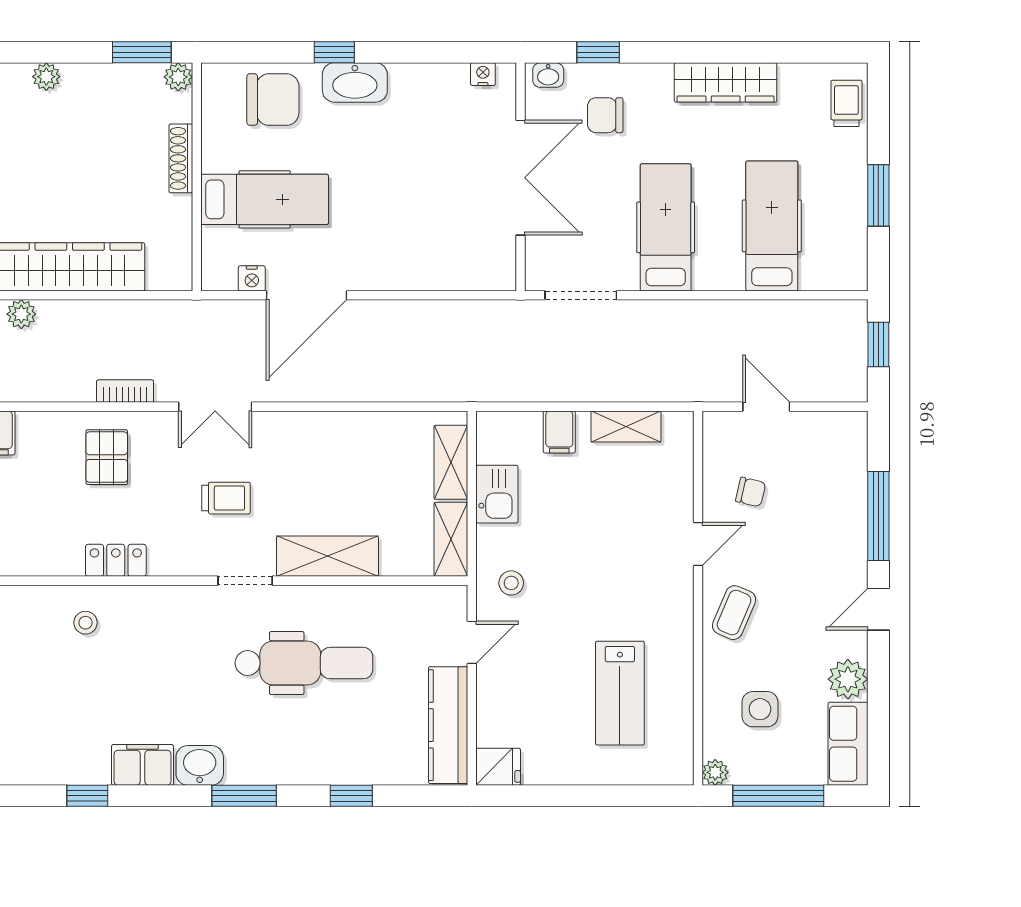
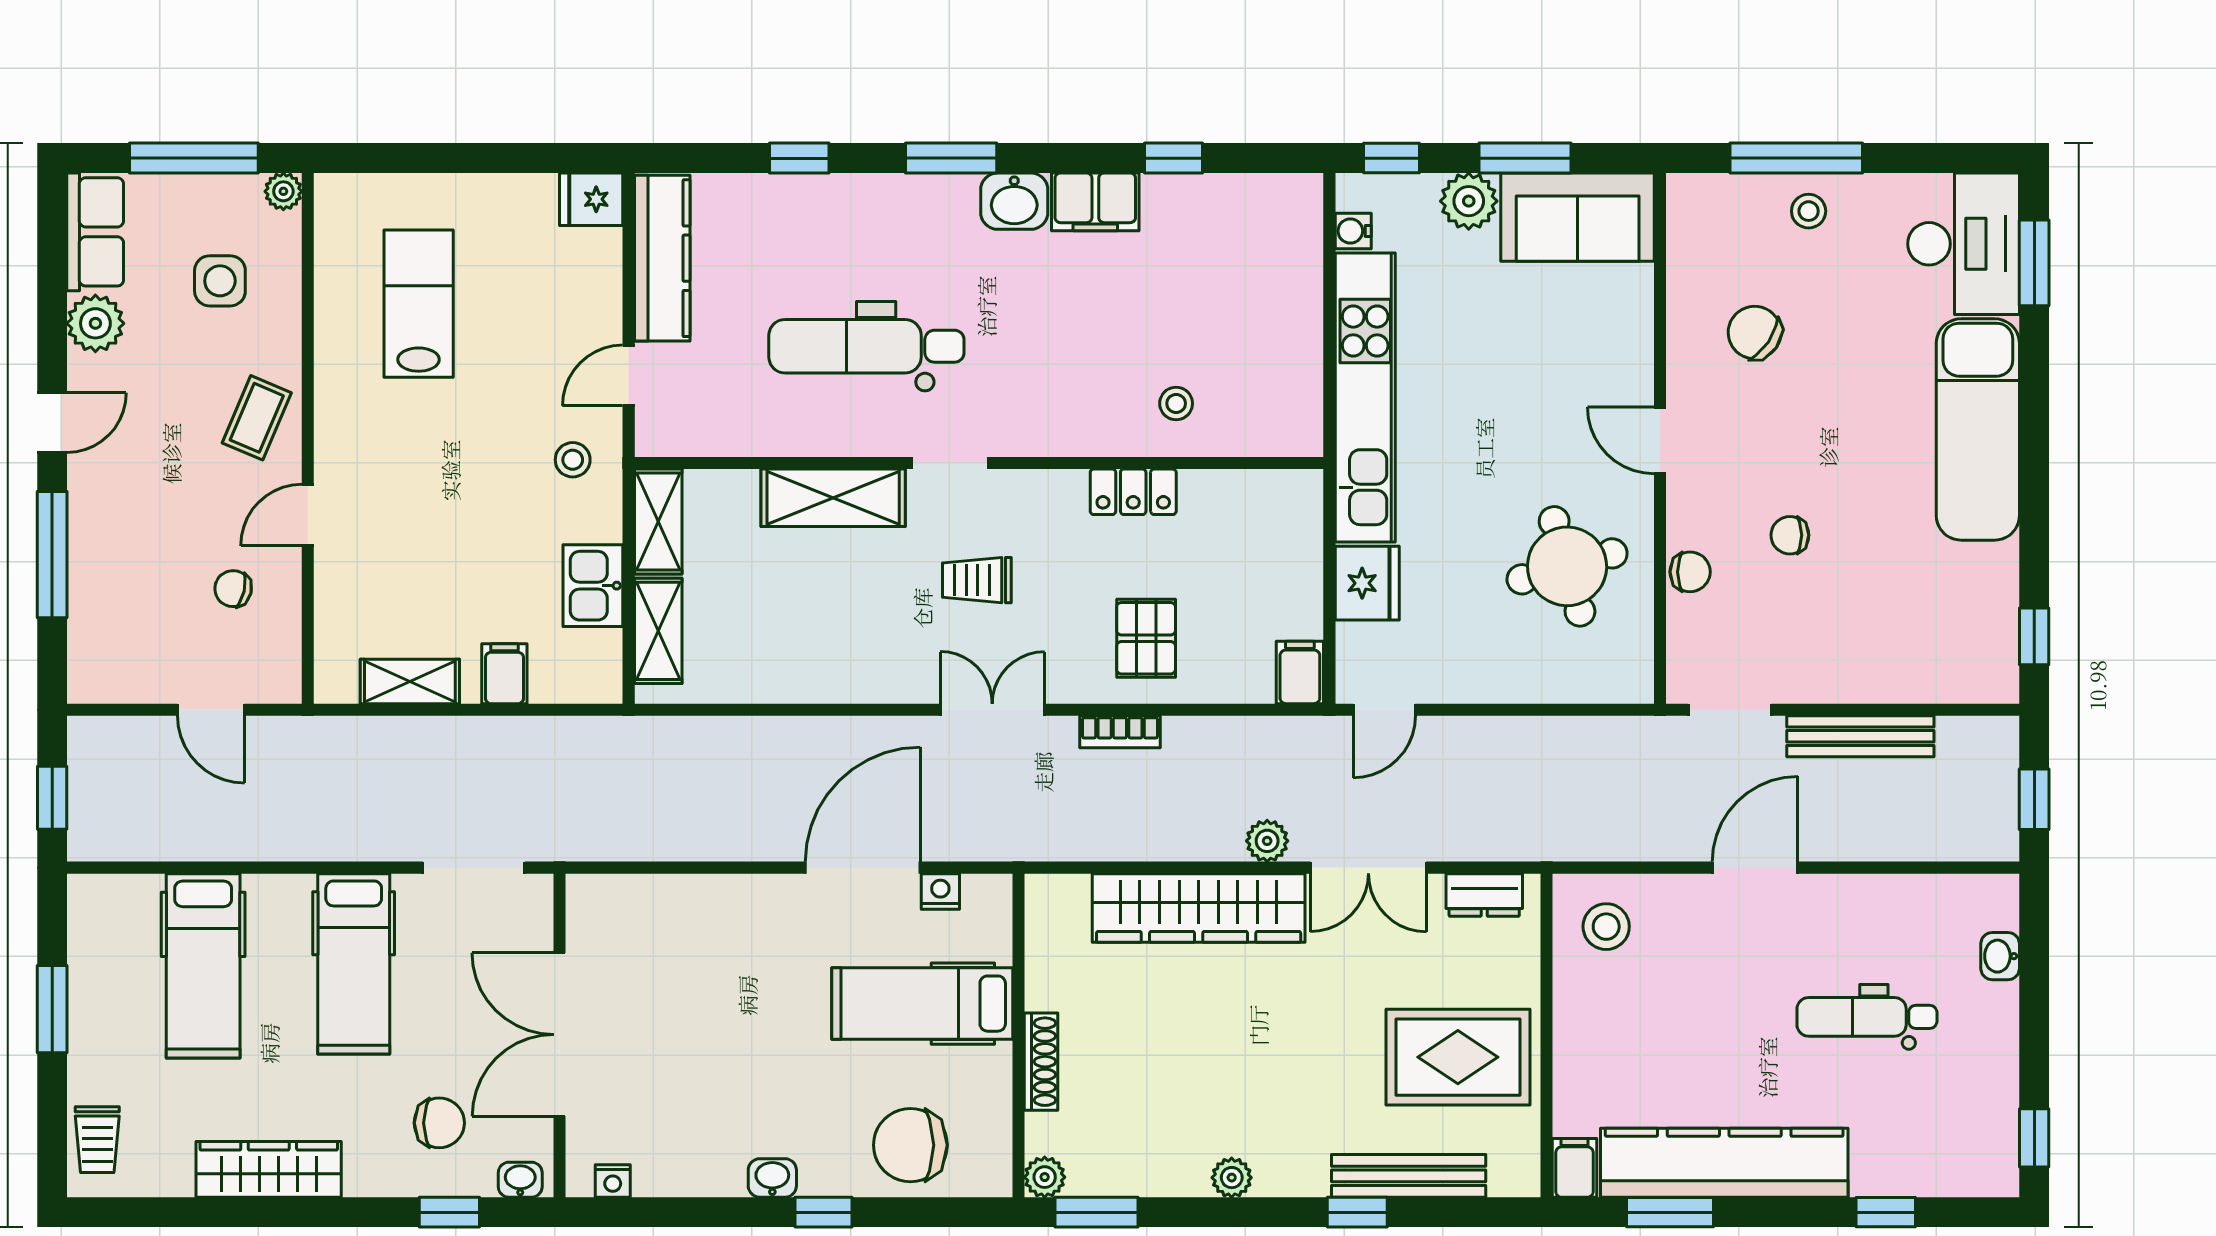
washbasin: (355, 82) -> (772, 1178), width x0.52, depth x0.69

